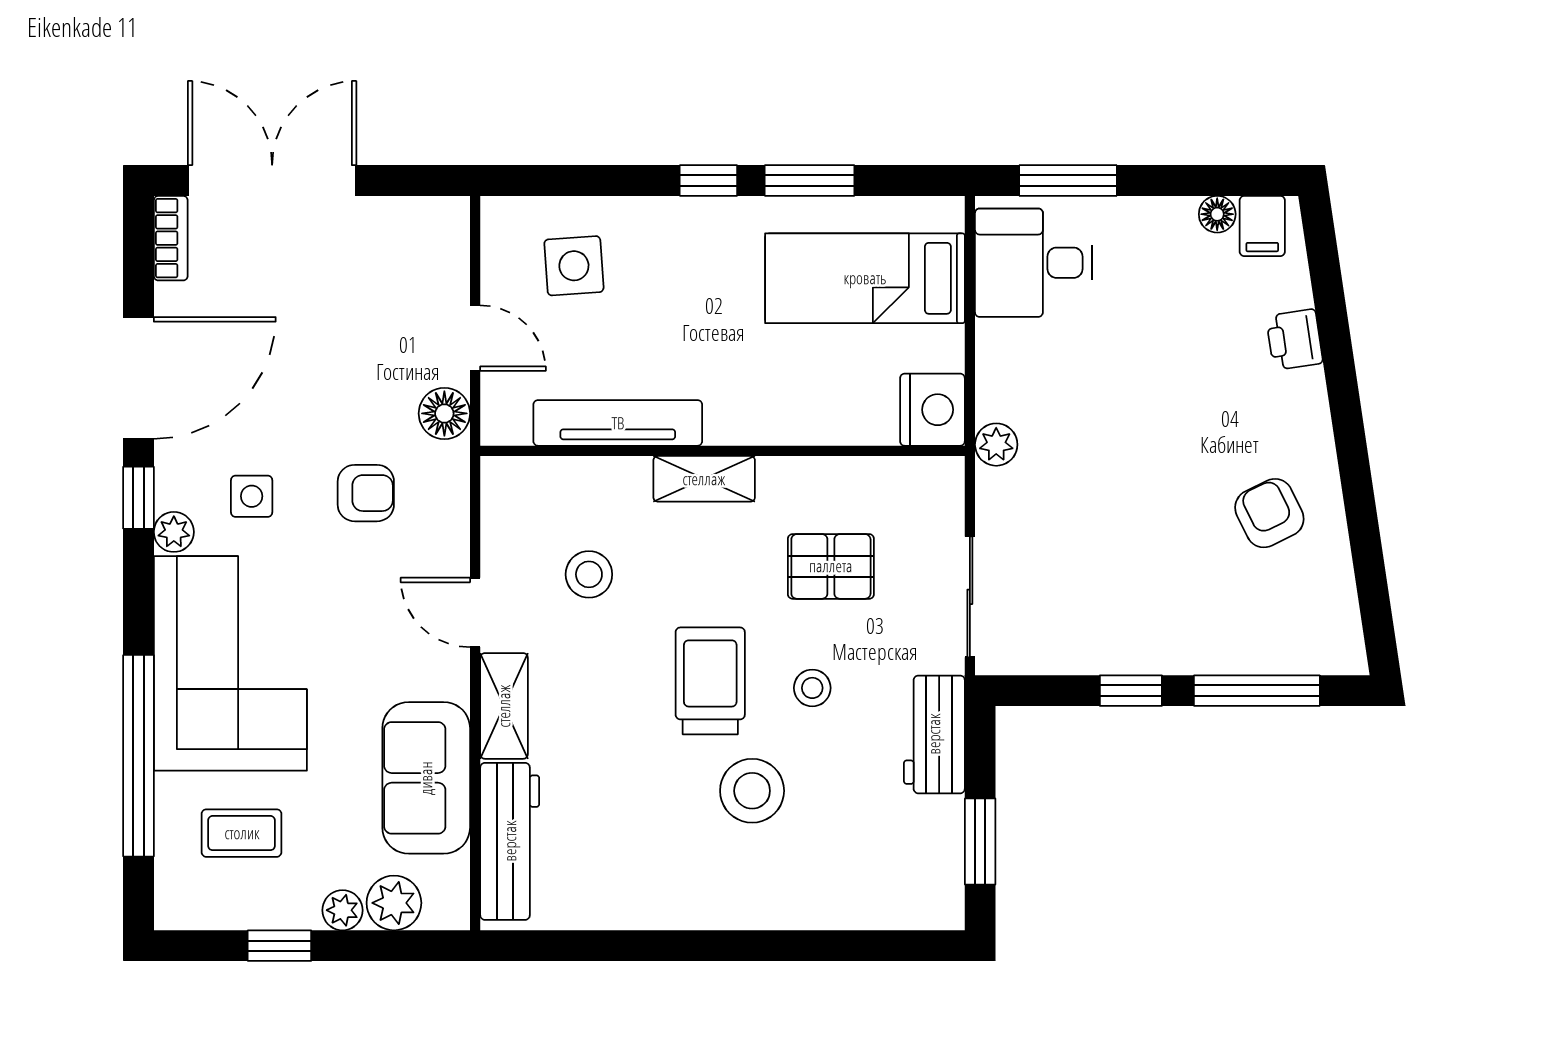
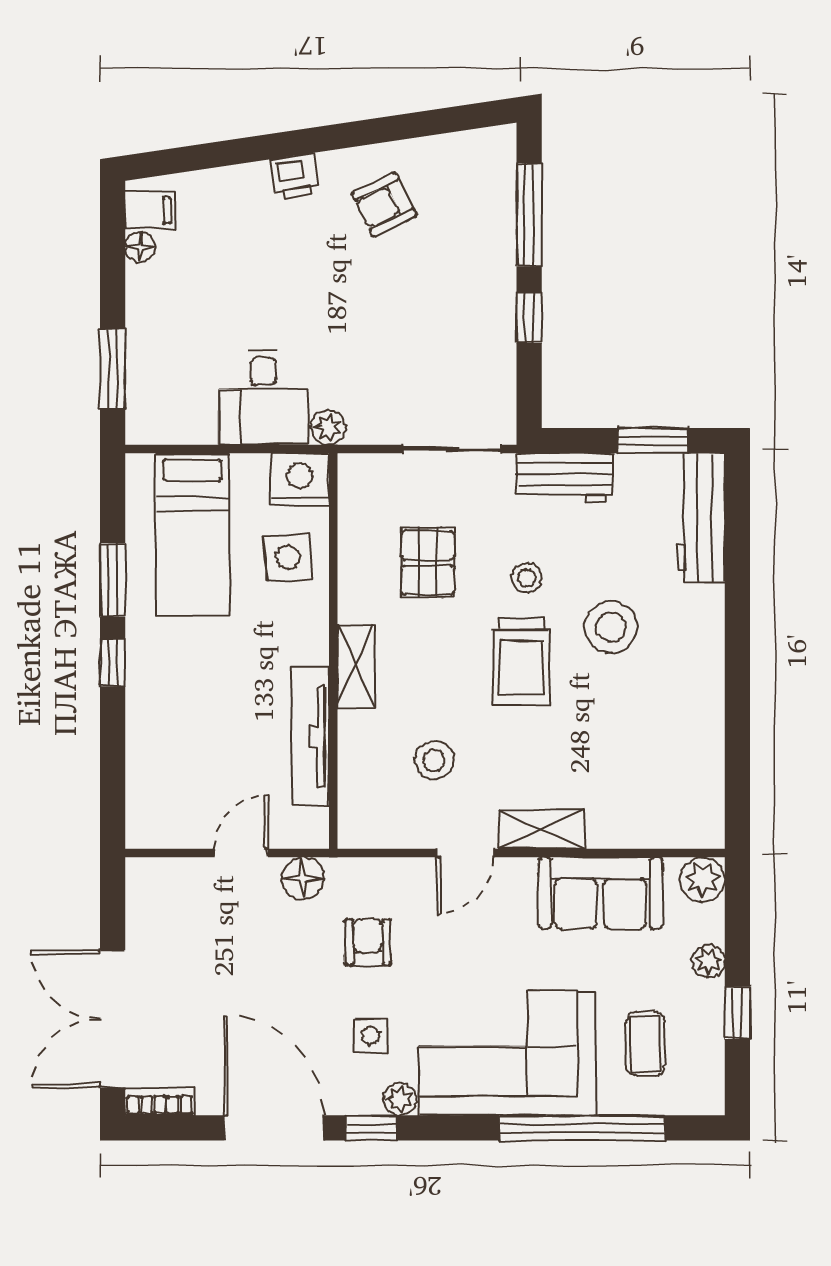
desk: (1033, 263) -> (263, 397), moved
side table: (574, 266) -> (288, 558), moved
printer: (1294, 340) -> (295, 176), moved
trolley: (710, 681) -> (521, 661), turned -90
workbench: (510, 841) -> (701, 517), moved, turned -90
plant: (394, 903) -> (703, 880), moved

